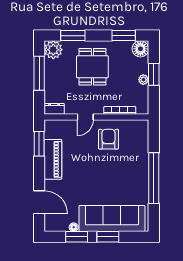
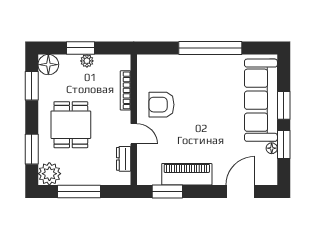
dining table: (92, 67) -> (71, 125), turned 90
dresser: (54, 109) -> (124, 159), moved

